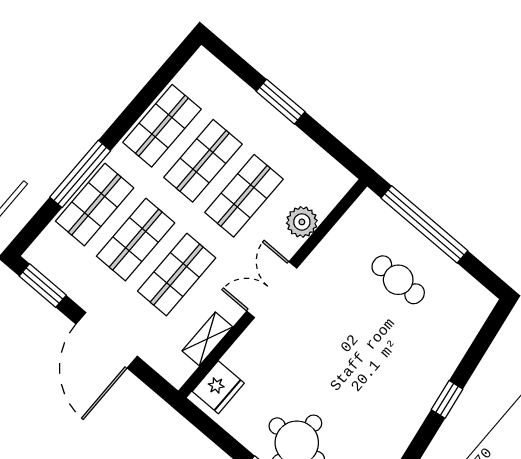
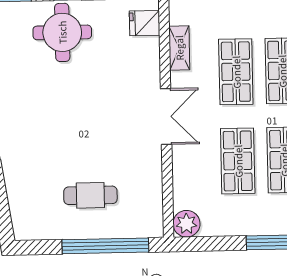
plant: (302, 222) -> (186, 224), moved
fridge: (218, 387) -> (145, 23), width x0.72

